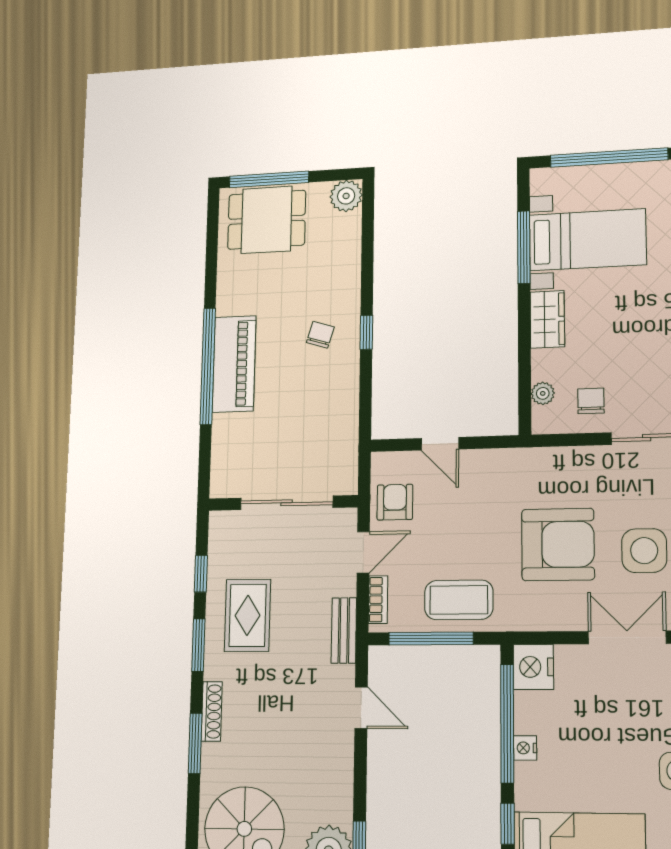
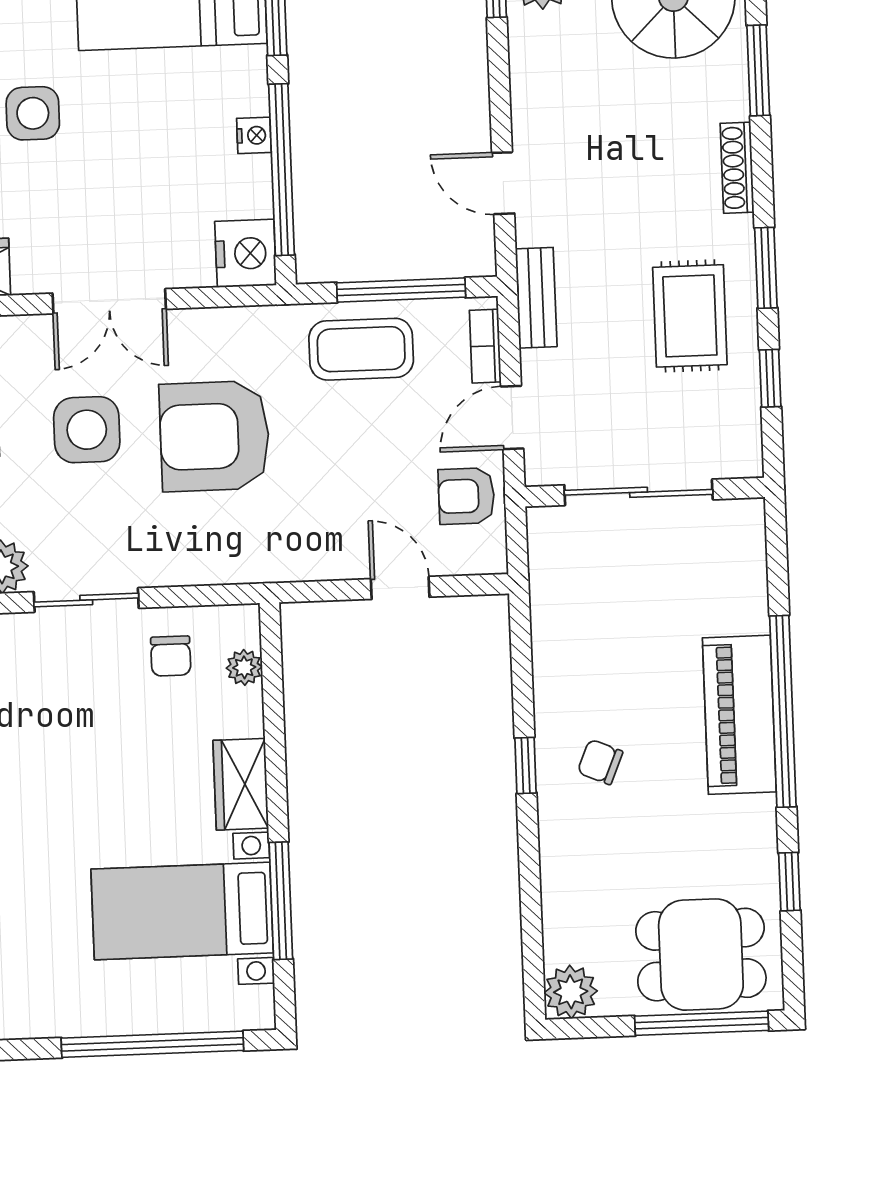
window: (211, 264) -> (789, 882), added
chair: (320, 335) -> (600, 762), turned 96
armchair: (395, 502) -> (466, 496), turned 90
window: (195, 743) -> (758, 70), moved

